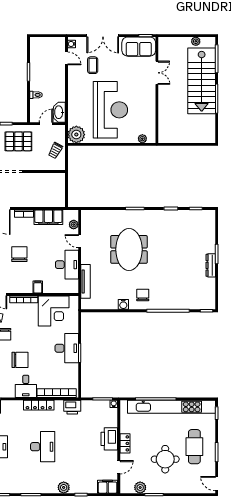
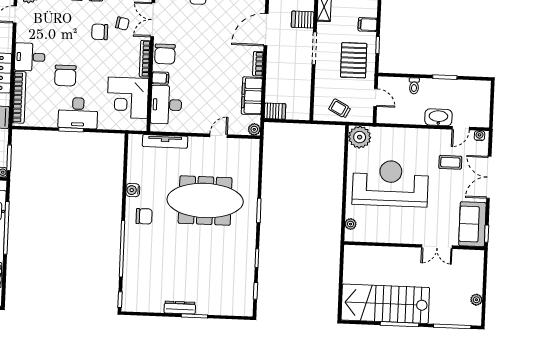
stairs: (202, 81) -> (385, 304), moved
reception desk: (110, 110) -> (390, 183), turned 180
washbasin: (59, 112) -> (438, 117), moved
server rack: (59, 199) -> (275, 111), added
plant: (74, 225) -> (254, 129), moved
meeting table: (129, 249) -> (205, 200), width x1.36
chair: (19, 254) -> (165, 54), moved, turned 90
desk: (67, 265) -> (166, 105), moved, turned 90
chair: (20, 360) -> (65, 76), moved

